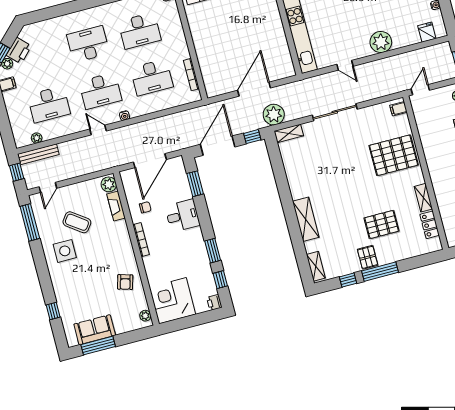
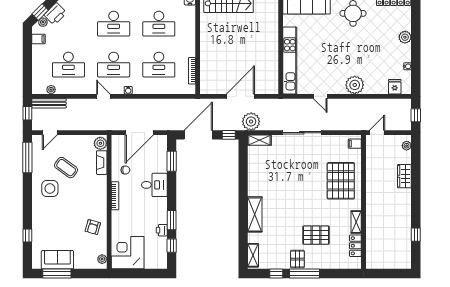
desk: (88, 44) -> (114, 24), turned 180
pallet: (394, 155) -> (341, 181), turned 90
printer: (214, 302) -> (162, 230), moved

